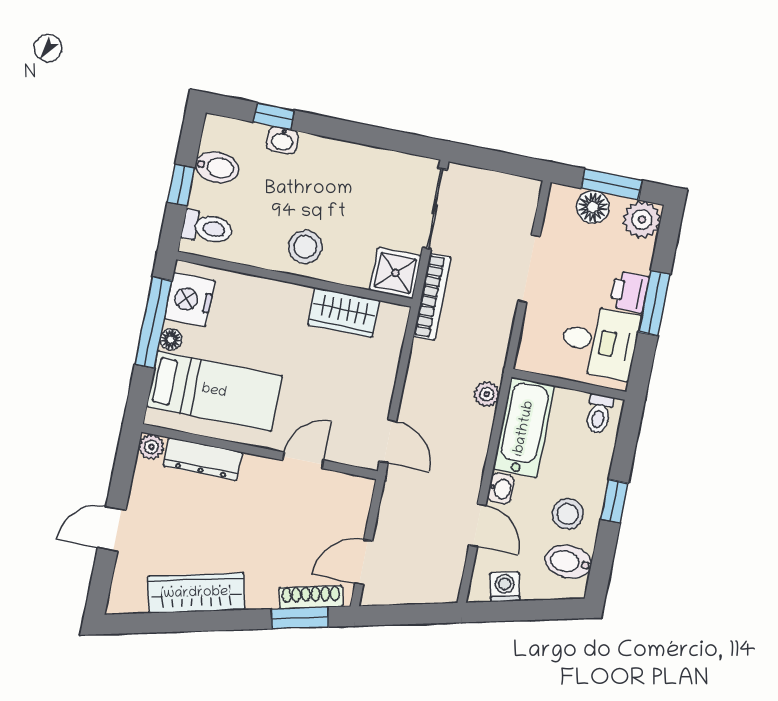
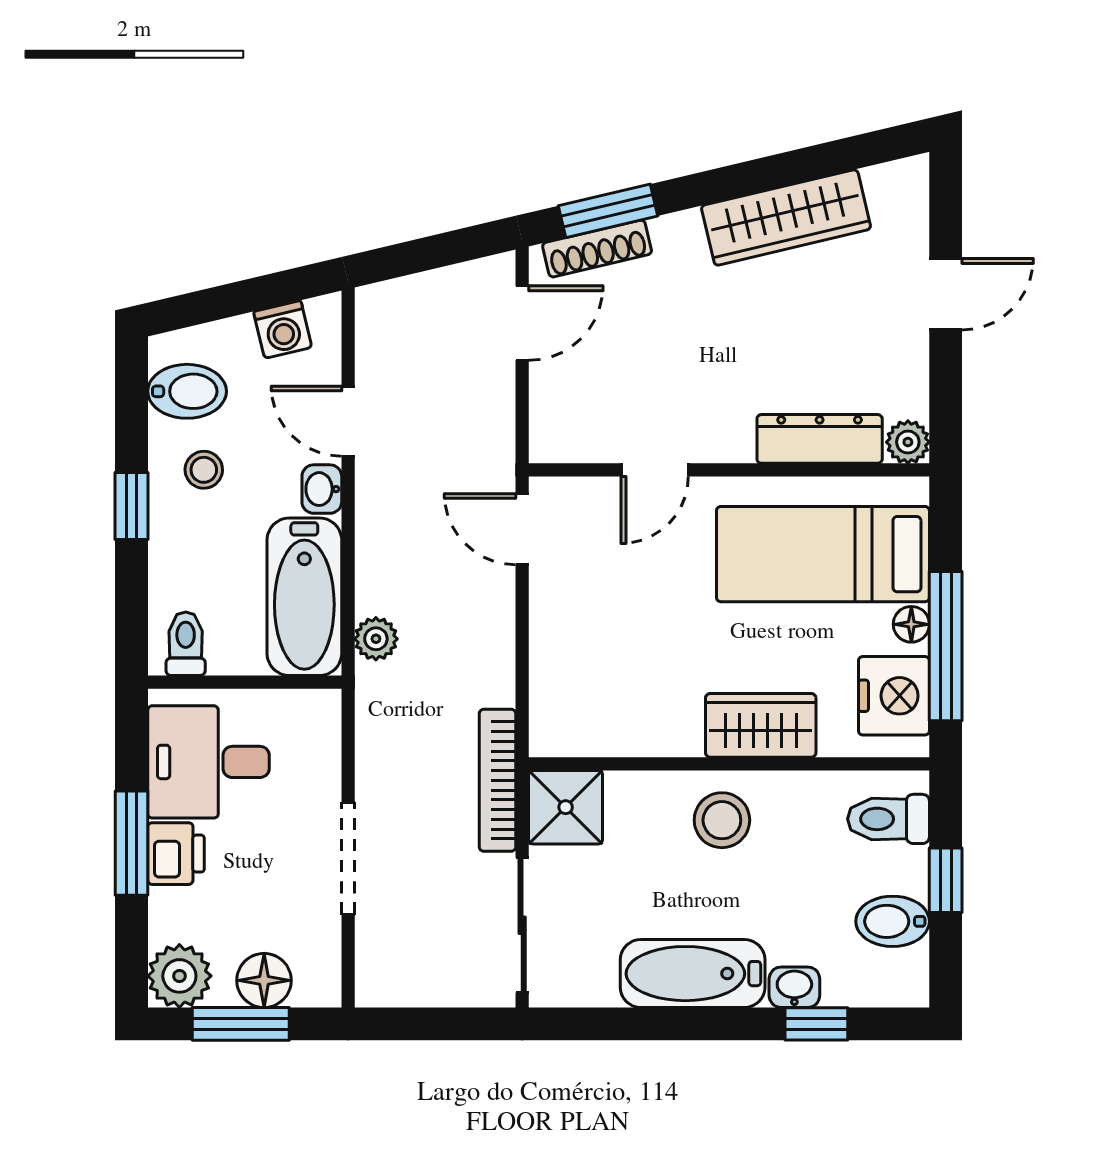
bathtub: (341, 160) -> (693, 974), added
wardrobe: (344, 313) -> (761, 725), moved
stool: (568, 514) -> (204, 470), width x0.73, depth x0.73

